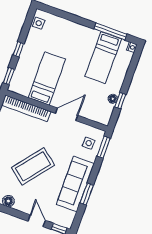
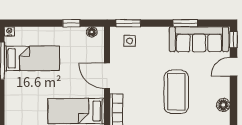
floor lamp: (113, 99) -> (92, 32), moved
coffee table: (33, 166) -> (176, 92), turned 51
sofa: (75, 184) -> (199, 39), moved

